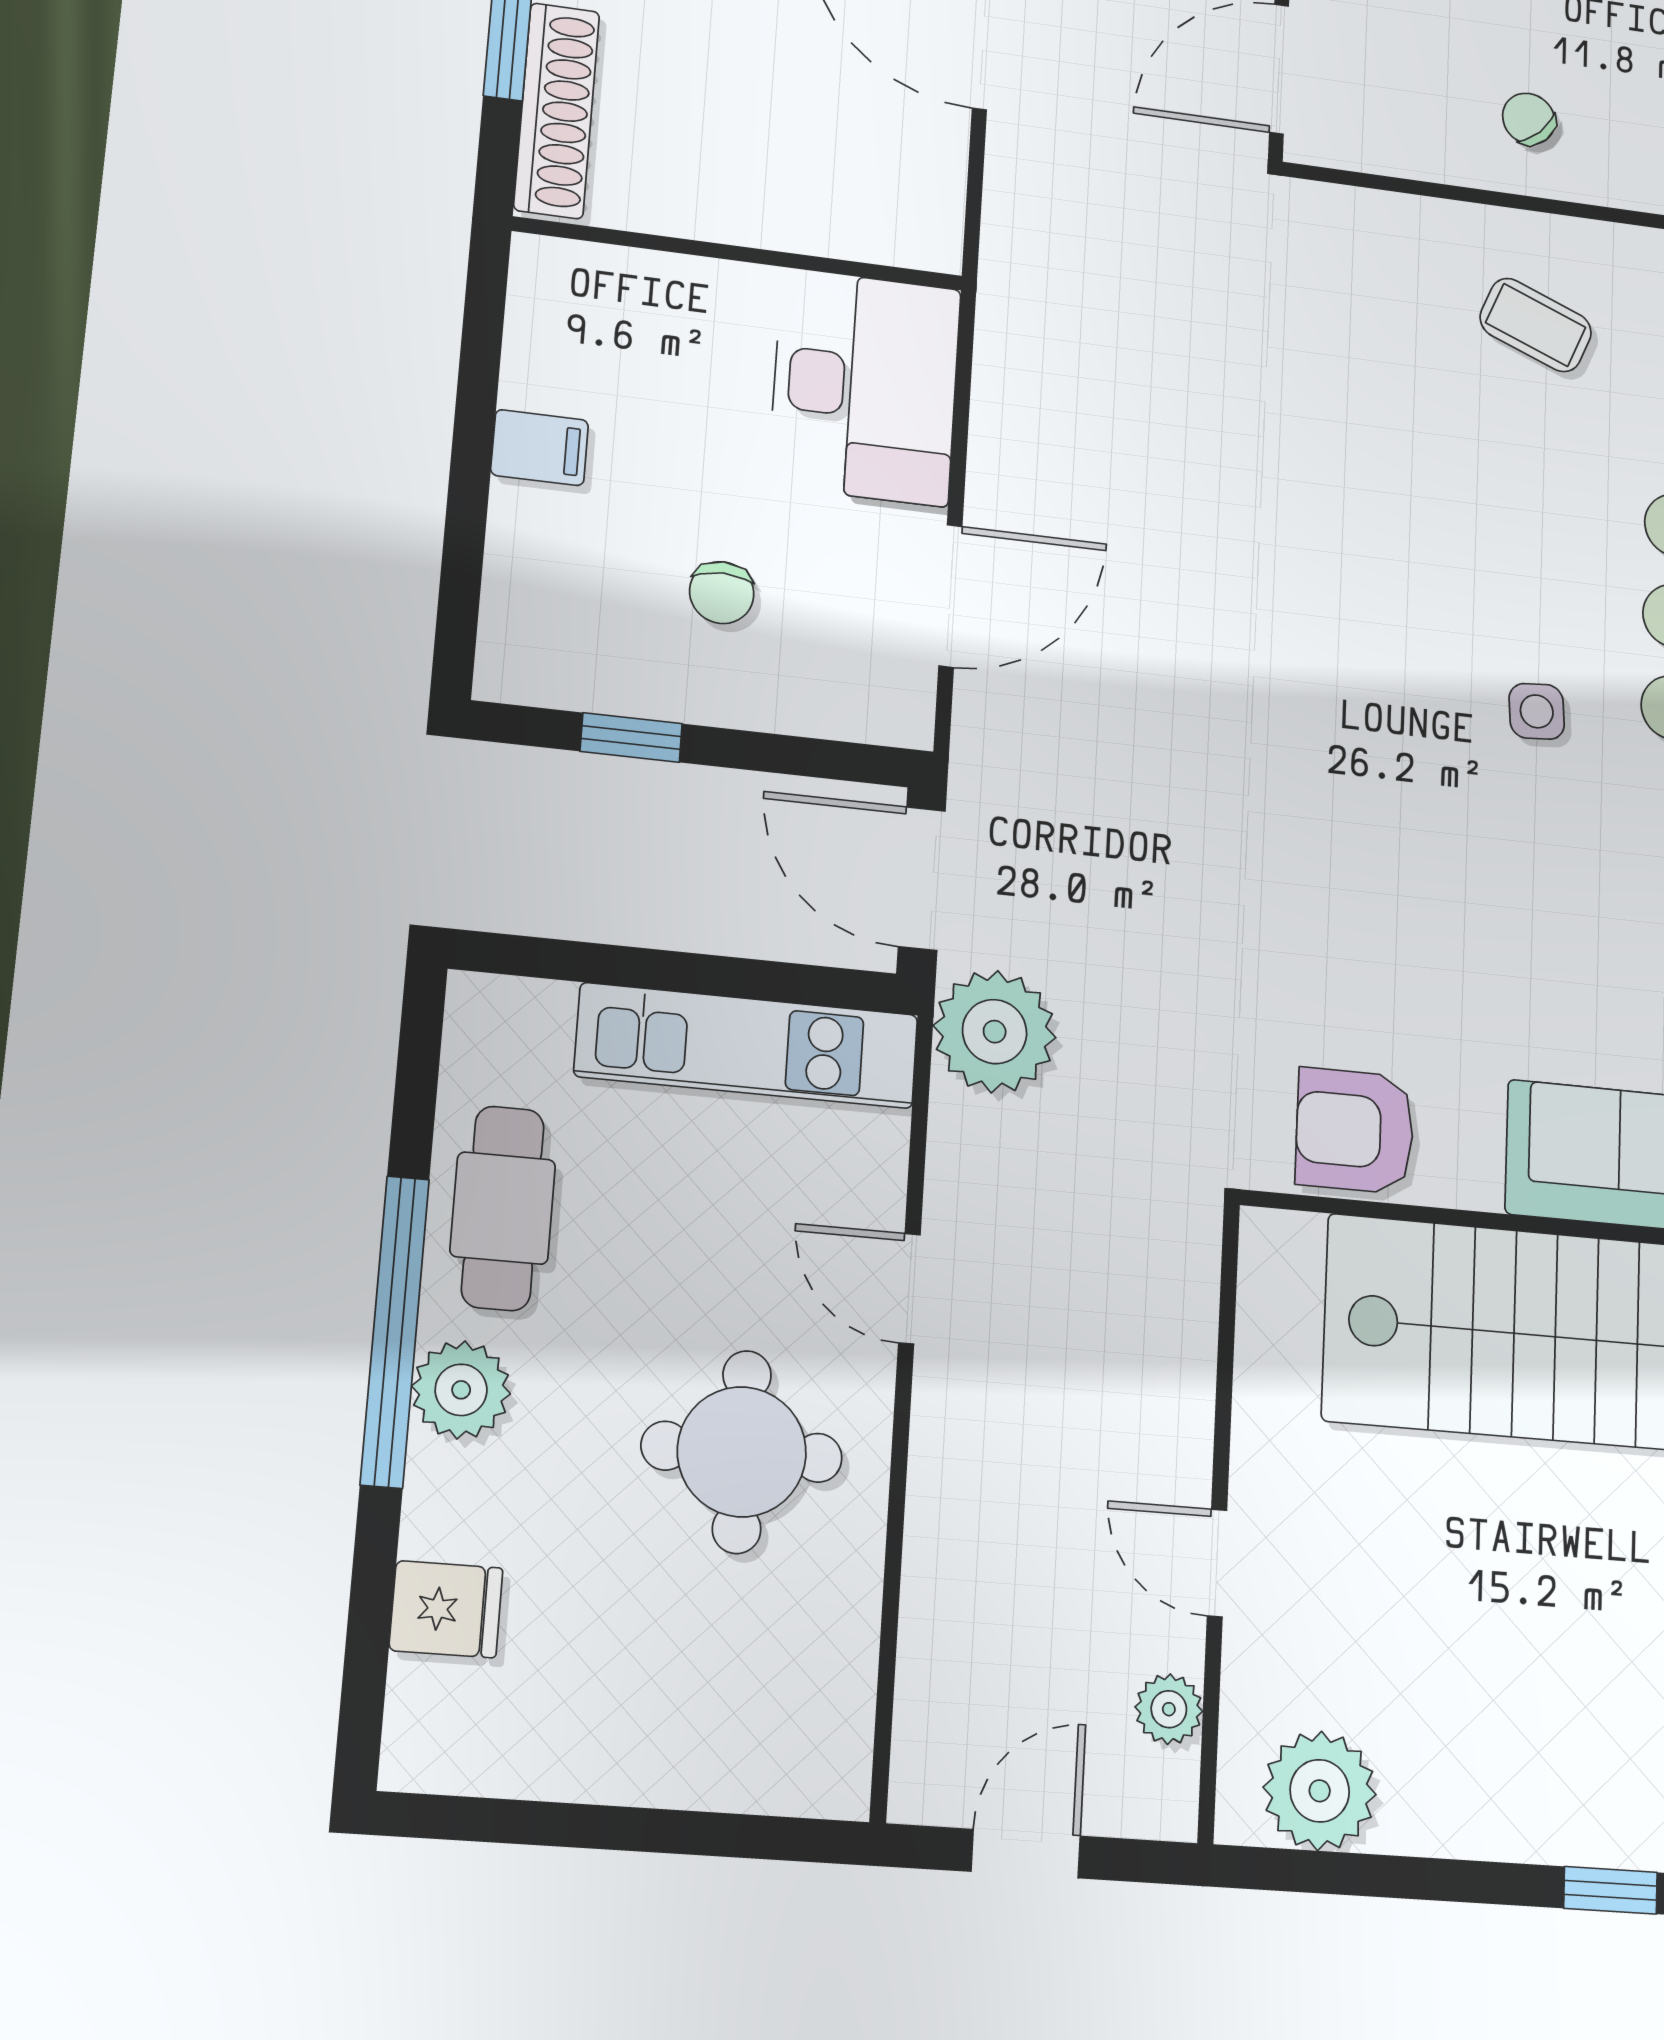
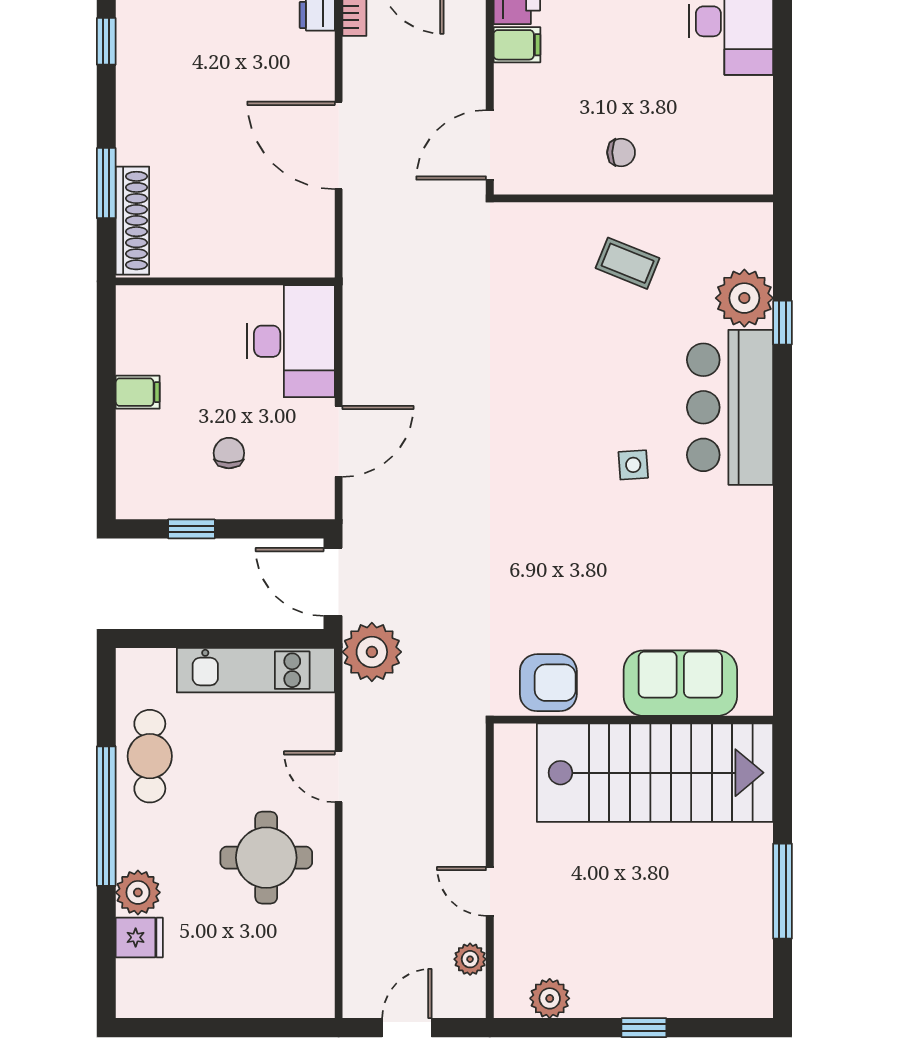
chair: (1529, 119) -> (621, 152), turned 134
chair: (722, 593) -> (229, 453), turned 180
armchair: (1355, 1131) -> (548, 683), turned 180
plant: (461, 1390) -> (138, 892), moved
plant: (1320, 1791) -> (550, 998), width x0.73, depth x0.73
window: (1610, 1890) -> (644, 1028), moved

